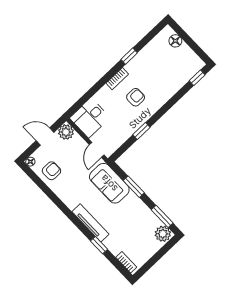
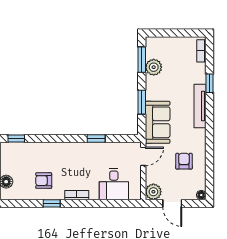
armchair: (136, 97) -> (44, 181), moved
desk: (90, 118) -> (114, 184), moved, turned 90
armchair: (51, 171) -> (184, 161), moved, turned 90
plant: (163, 234) -> (154, 67), moved

